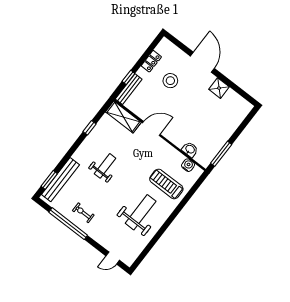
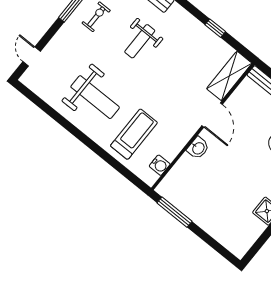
washbasin: (190, 149) -> (198, 148), moved
weight bench: (105, 166) -> (140, 41), moved, turned 90

